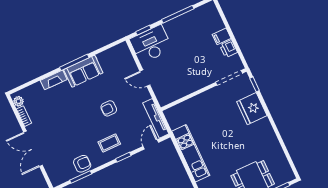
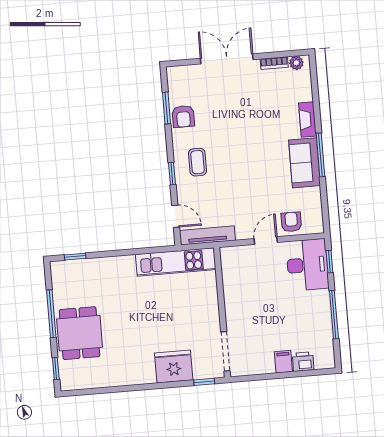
printer: (229, 49) -> (303, 362), moved
armchair: (109, 108) -> (291, 222), moved
kitchen unit: (191, 153) -> (176, 262), moved

